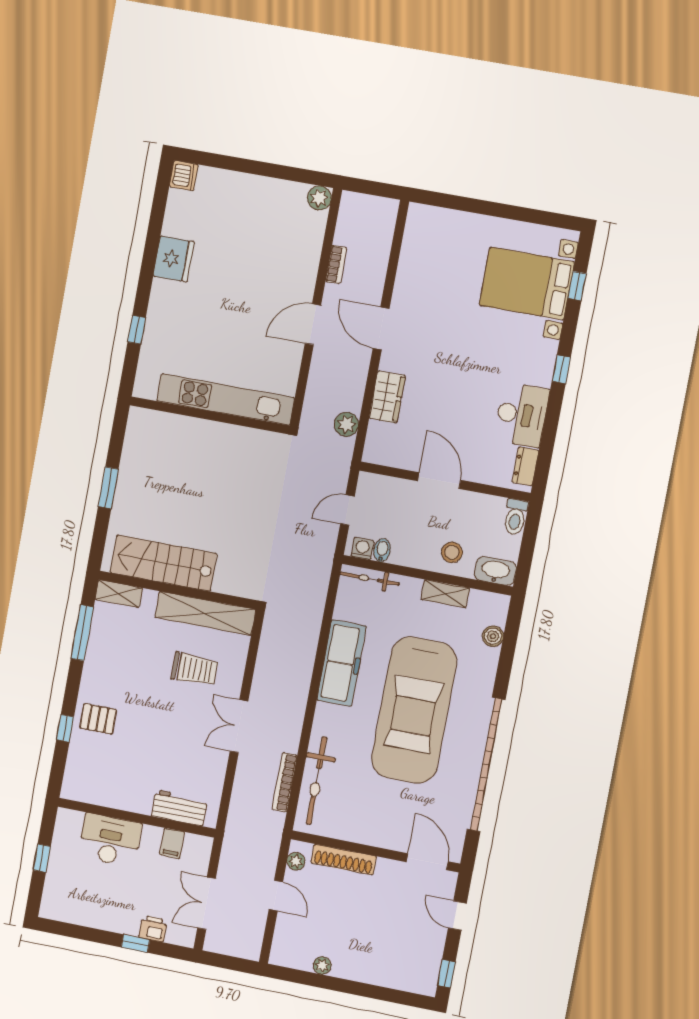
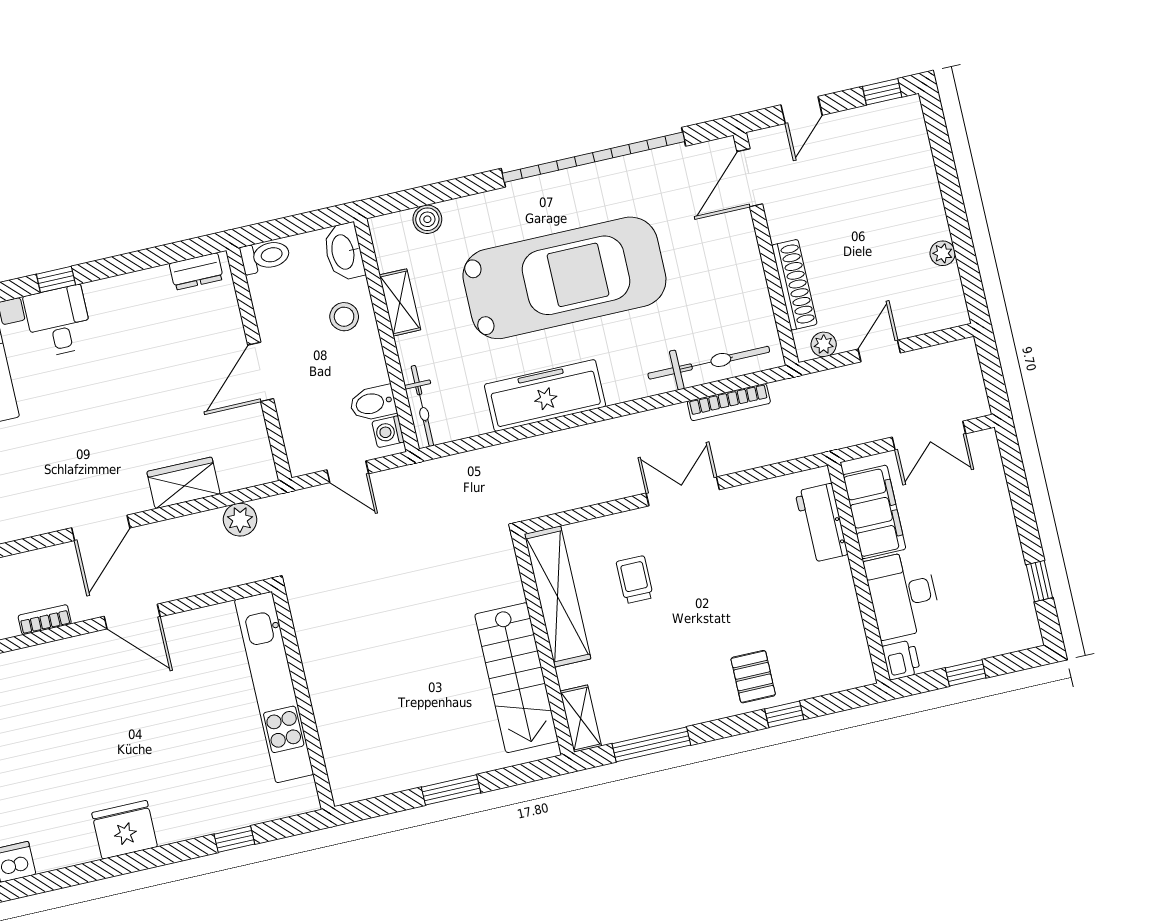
desk: (522, 415) -> (58, 321), moved, width x0.73
bidet: (382, 550) -> (373, 403), width x1.38, depth x1.36
trolley: (195, 669) -> (635, 580), width x0.73, depth x0.72
double door: (239, 726) -> (683, 491), swing flipped
filing cabinet: (172, 843) -> (874, 512), width x3.00, depth x1.17
printer: (153, 929) -> (901, 660), moved, turned 180
window: (135, 944) -> (1039, 581), moved

